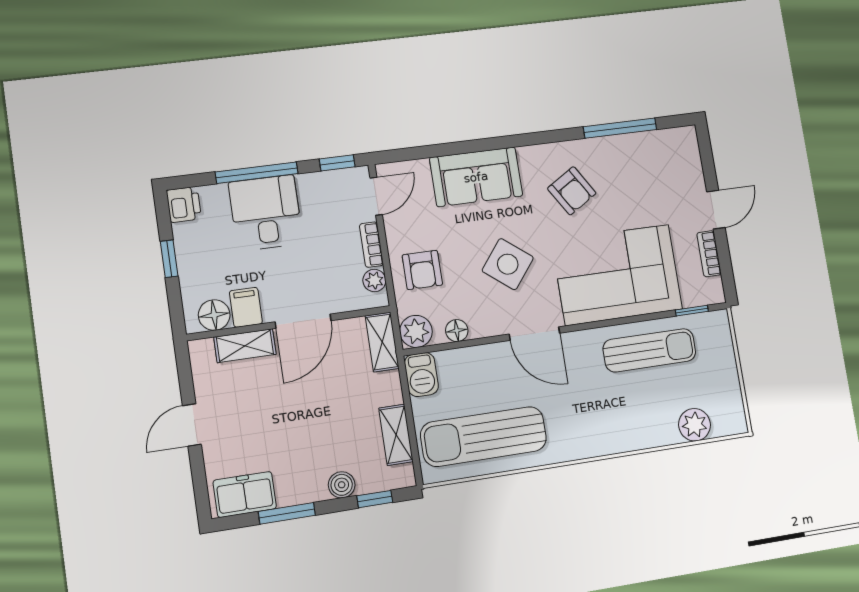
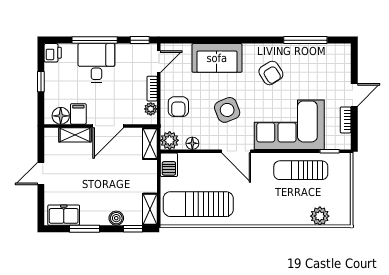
side table: (508, 264) -> (227, 110), turned 30
sun lounger: (649, 350) -> (301, 170), turned 180
shelving: (396, 435) -> (150, 209), moved

